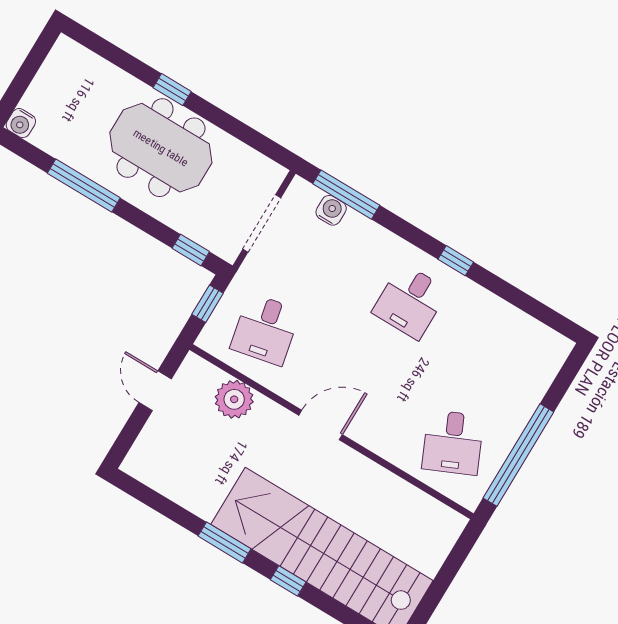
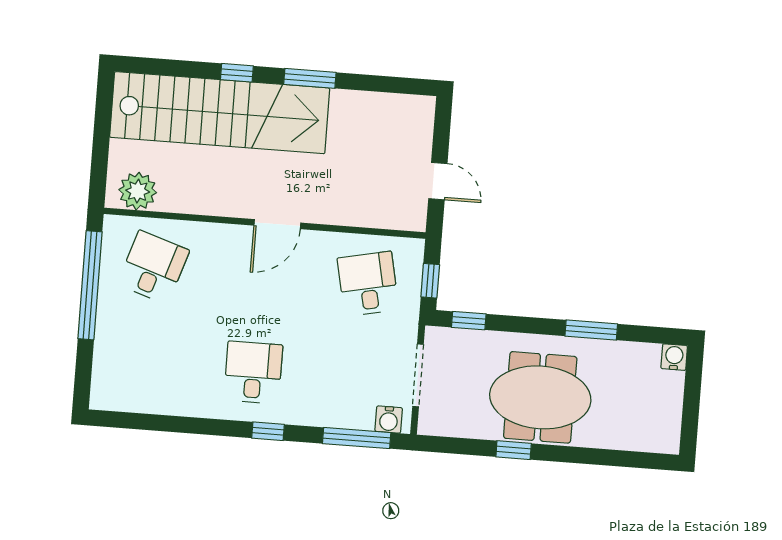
window: (172, 90) -> (514, 450), moved
window: (84, 185) -> (591, 330), width x0.69
water cooler: (331, 210) -> (389, 420), moved
window: (456, 261) -> (268, 431), moved
plant: (234, 399) -> (138, 191), moved
desk: (453, 442) -> (153, 267), turned 42

